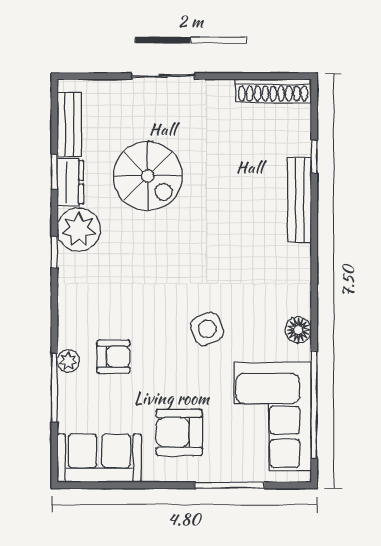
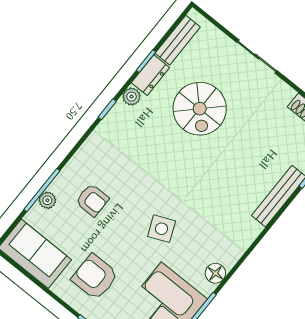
plant: (79, 230) -> (131, 97), width x0.53, depth x0.53
plant: (68, 361) -> (47, 200), moved

